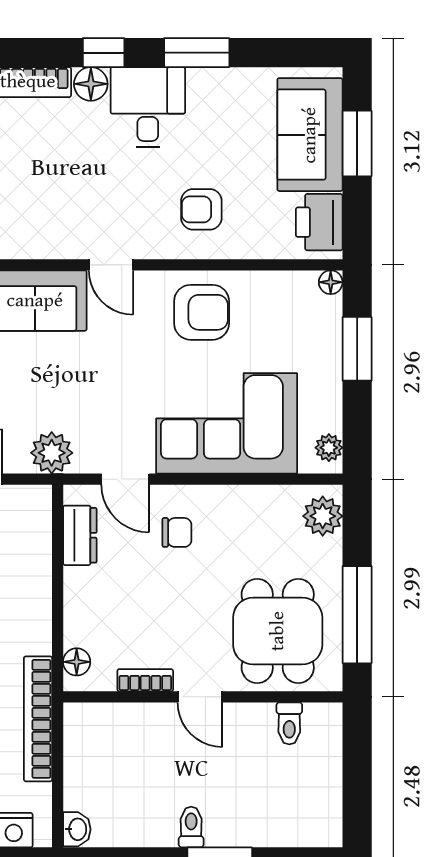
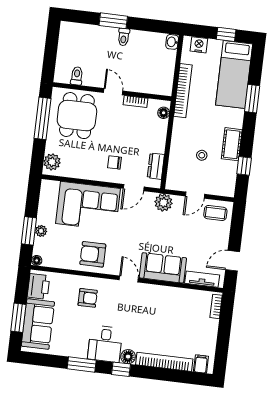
plant: (329, 448) -> (41, 231), moved
door: (125, 479) -> (134, 188), swing flipped

